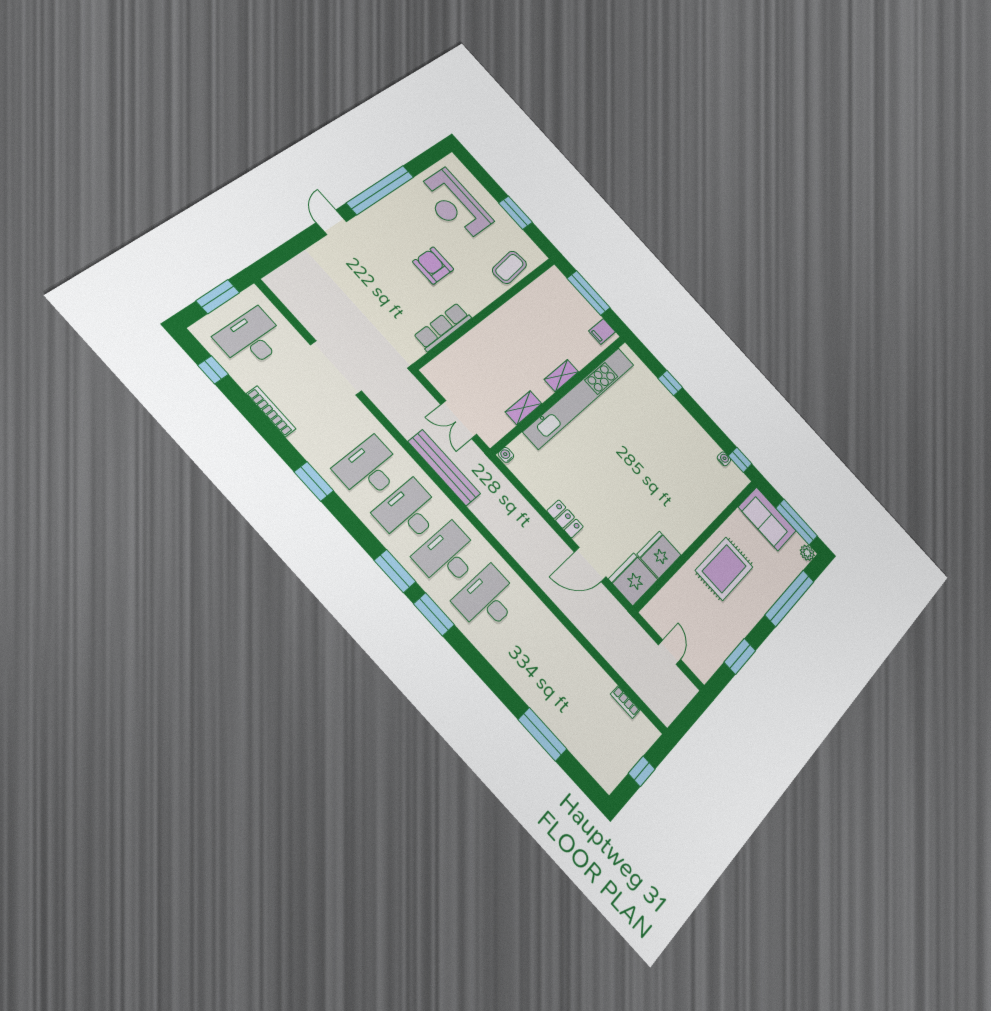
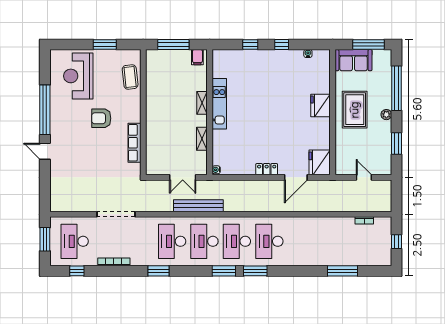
reception desk: (454, 205) -> (78, 76), turned 90
kitchen unit: (580, 397) -> (219, 104), width x0.54
window: (740, 460) -> (282, 45), moved
plant: (807, 553) -> (386, 115), moved
fridge: (659, 555) -> (320, 105), moved

